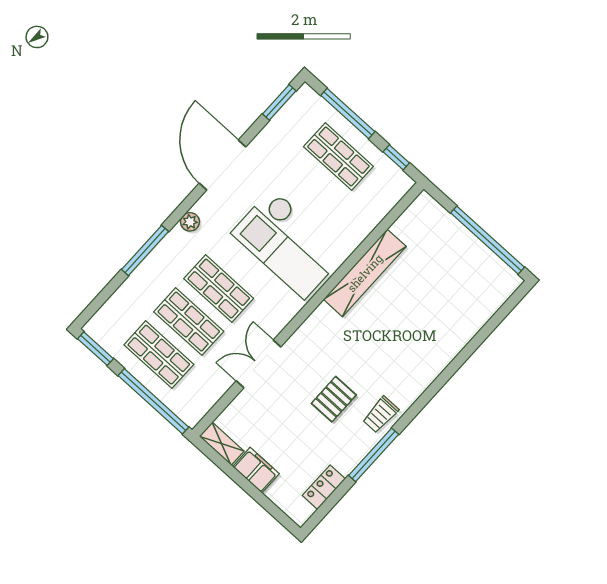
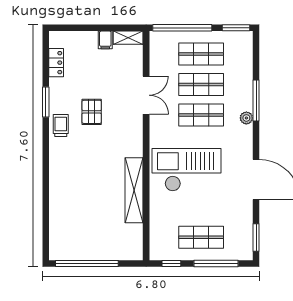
plant: (190, 222) -> (246, 118), moved
window: (374, 455) -> (46, 102), width x0.69
filing cabinet: (256, 470) -> (105, 40), width x0.50

